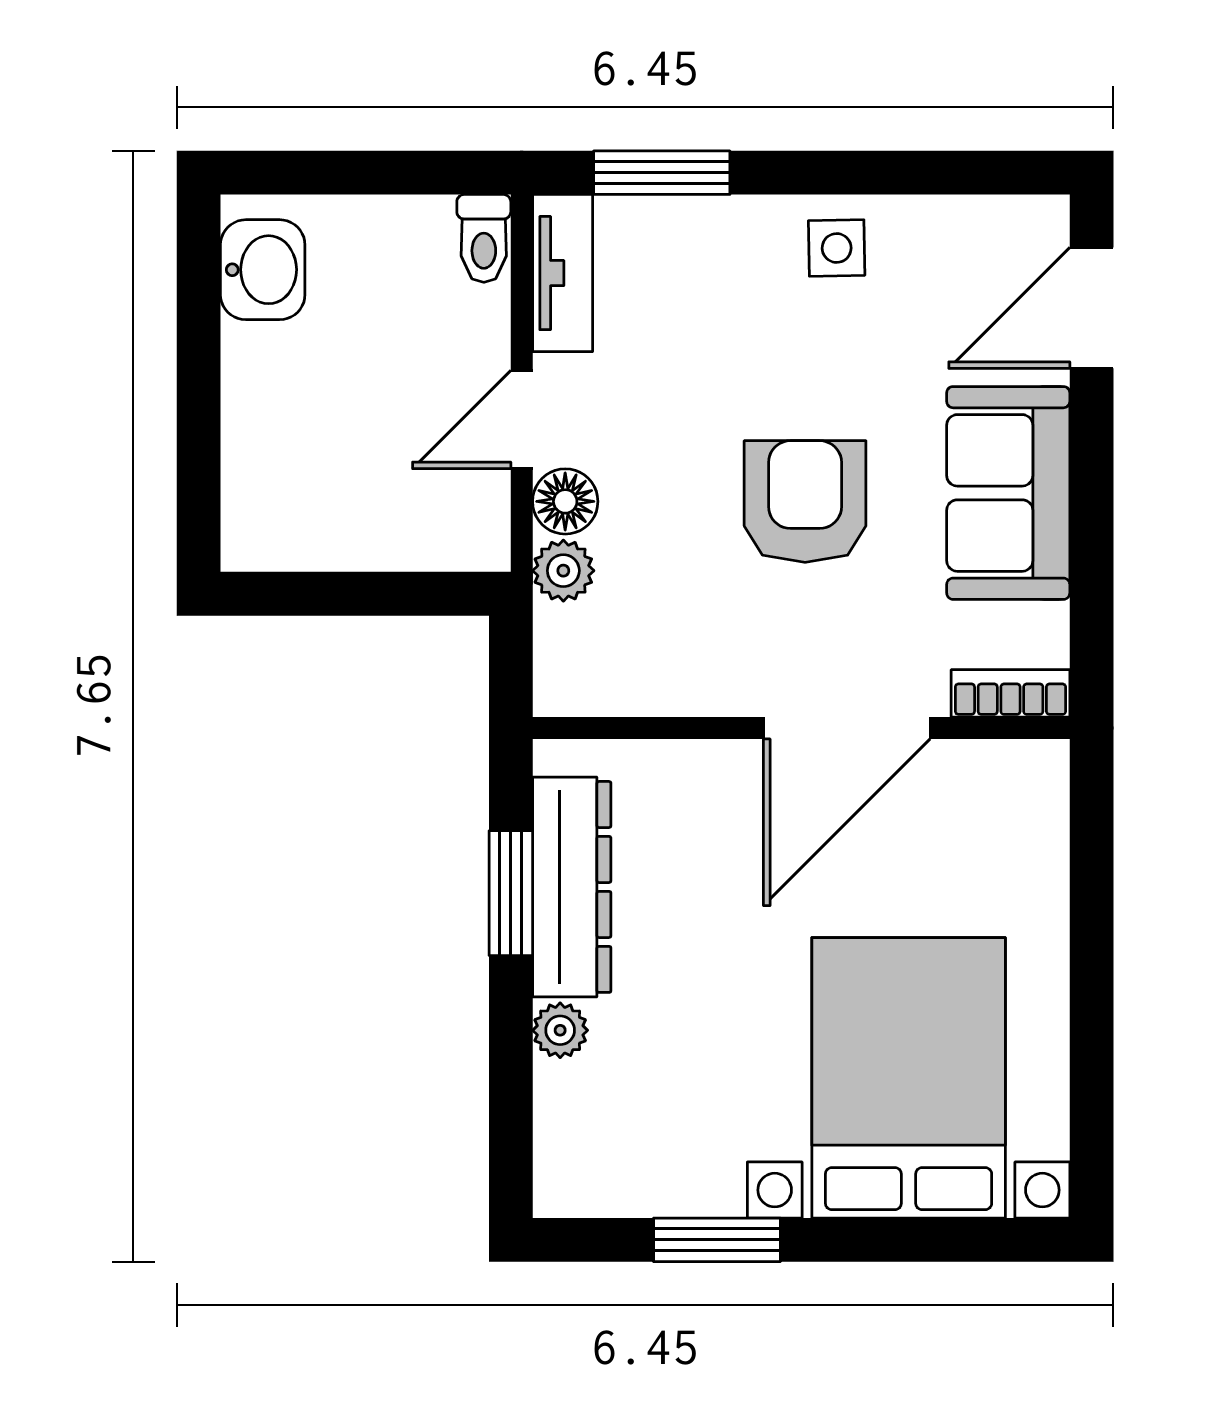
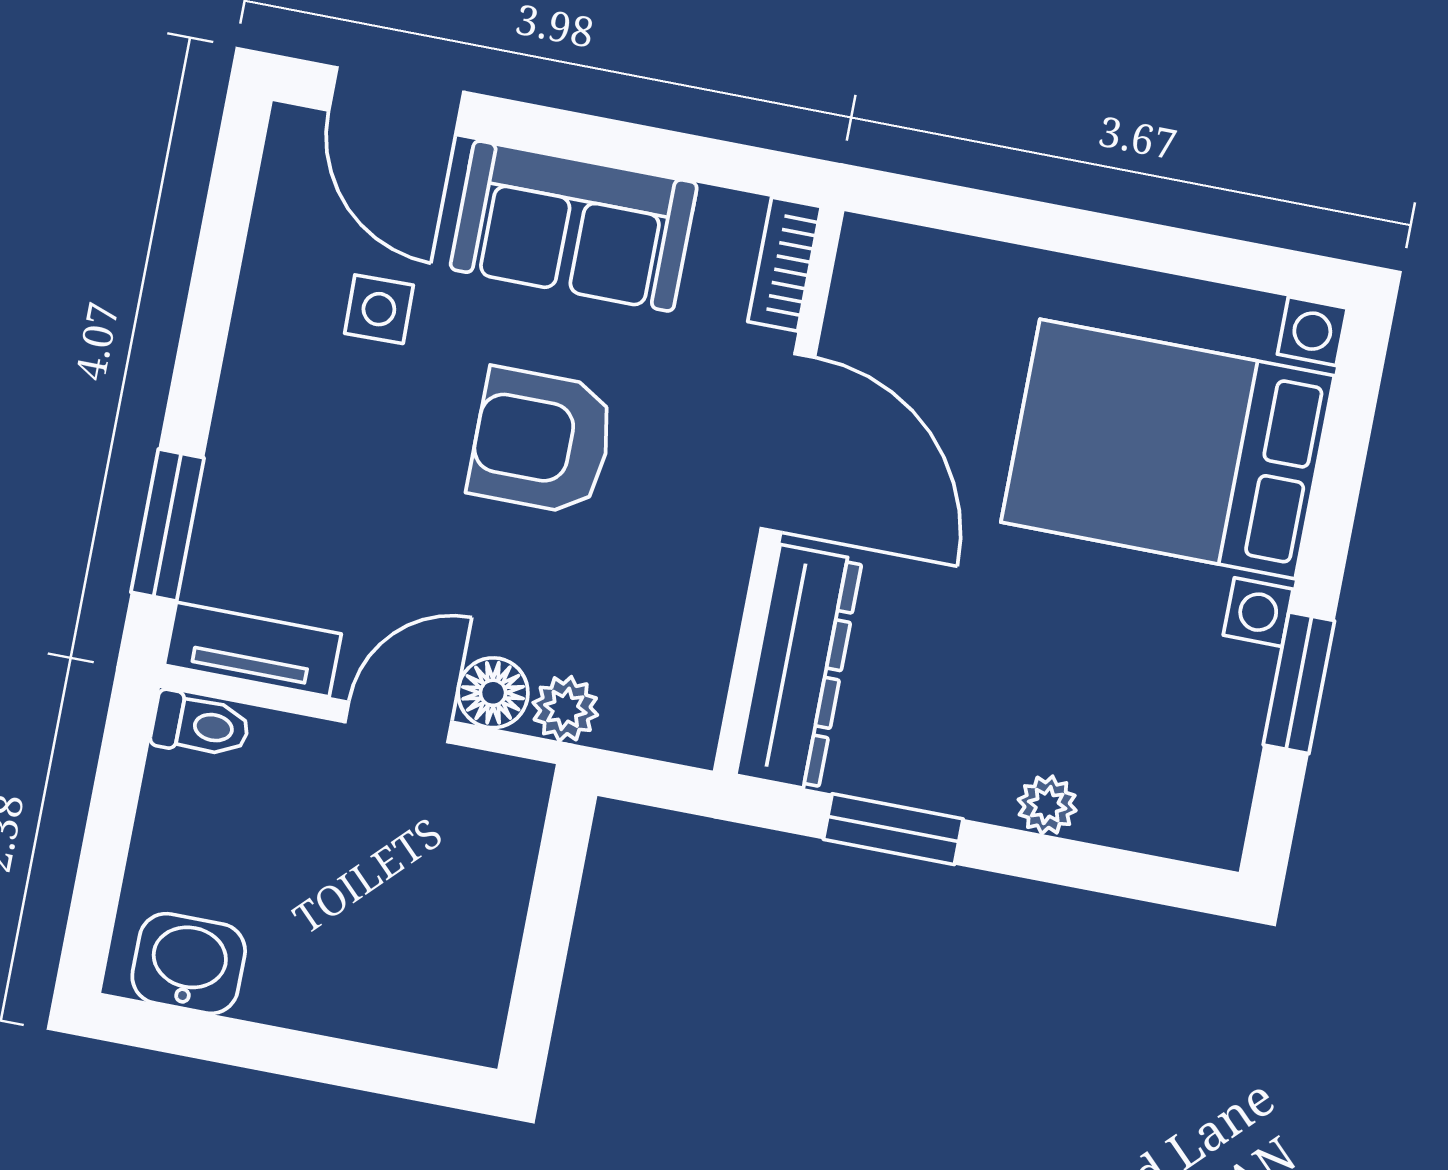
side table: (837, 248) -> (379, 309), moved
door: (522, 420) -> (398, 722), swing flipped
dresser: (572, 887) -> (799, 668), moved, turned 90

